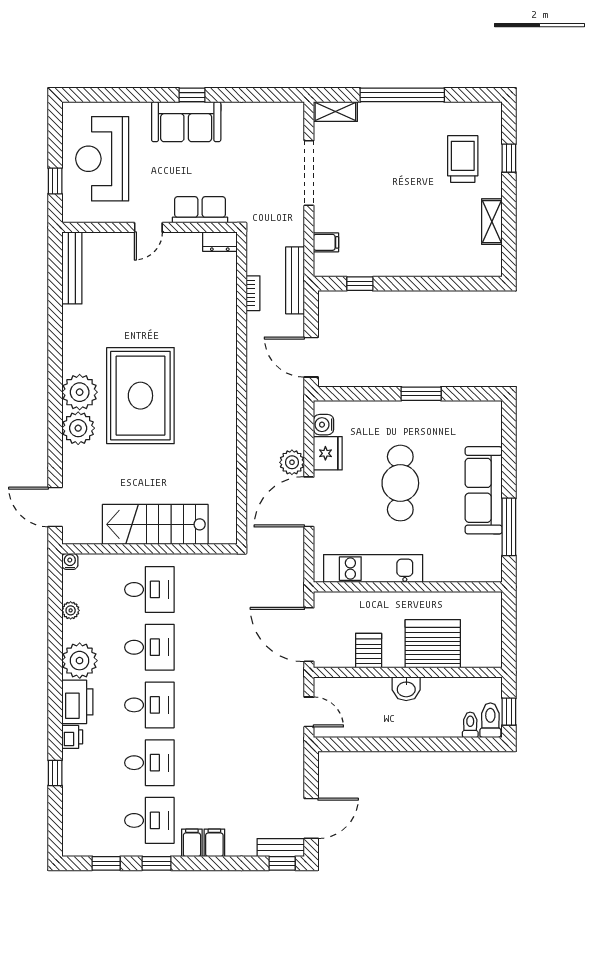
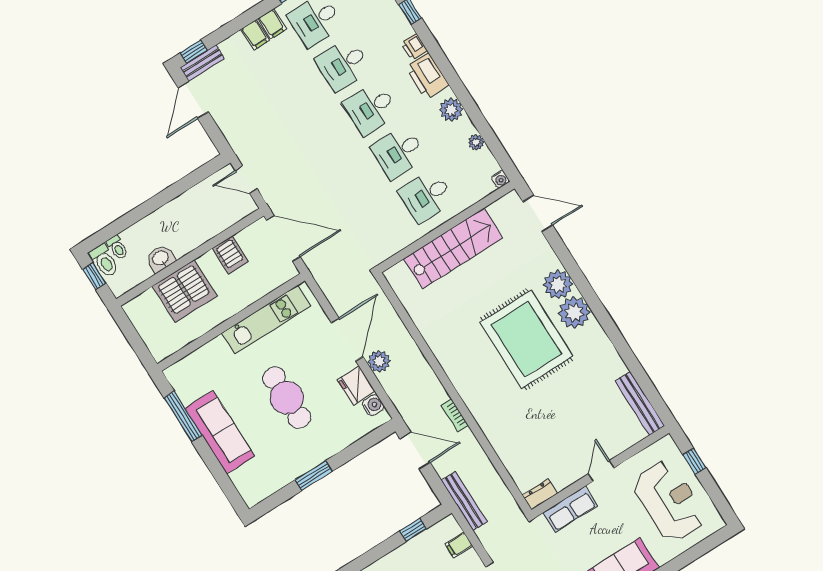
bookcase: (253, 293) -> (455, 415), moved
plant: (80, 661) -> (451, 110), width x0.73, depth x0.73
washbasin: (406, 689) -> (161, 258), moved

